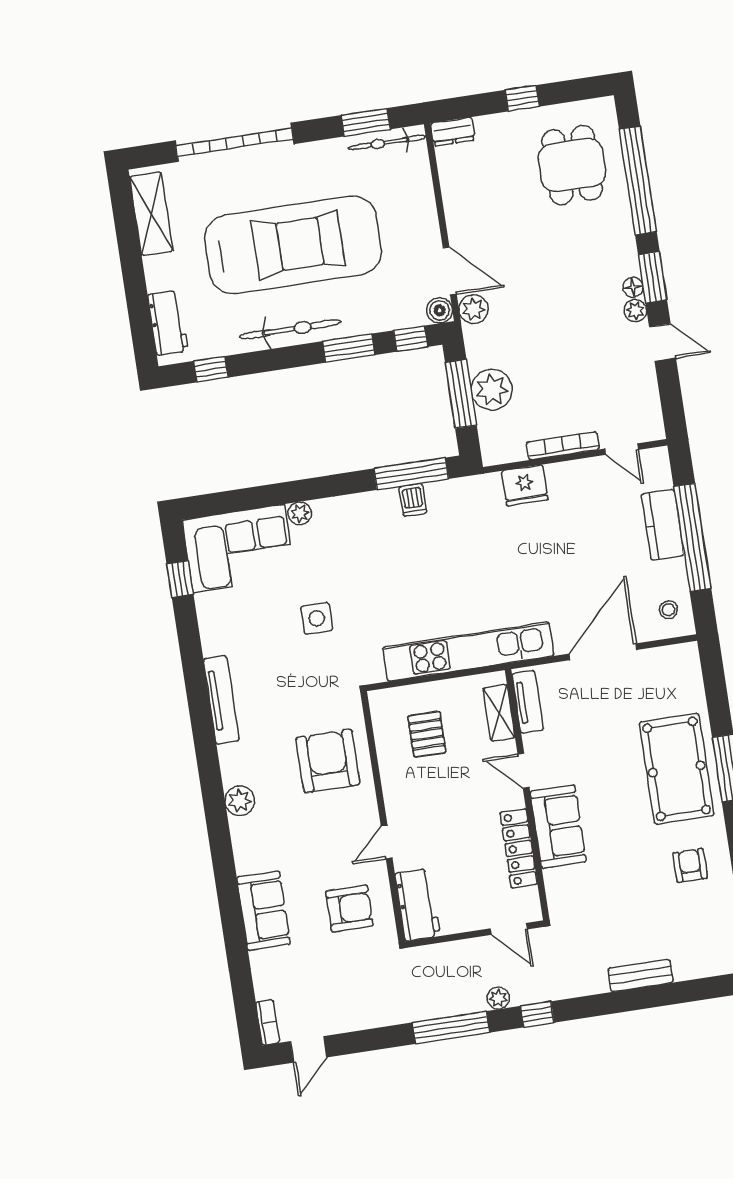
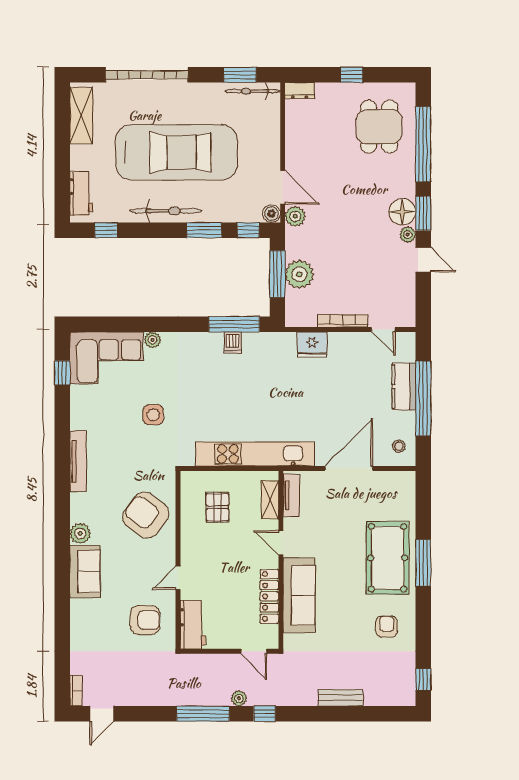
floor lamp: (633, 287) -> (402, 212), width x1.89, depth x1.89
armchair: (328, 761) -> (146, 515), turned -54
sofa: (558, 827) -> (299, 595), width x1.36
sofa: (263, 911) -> (85, 572), moved

